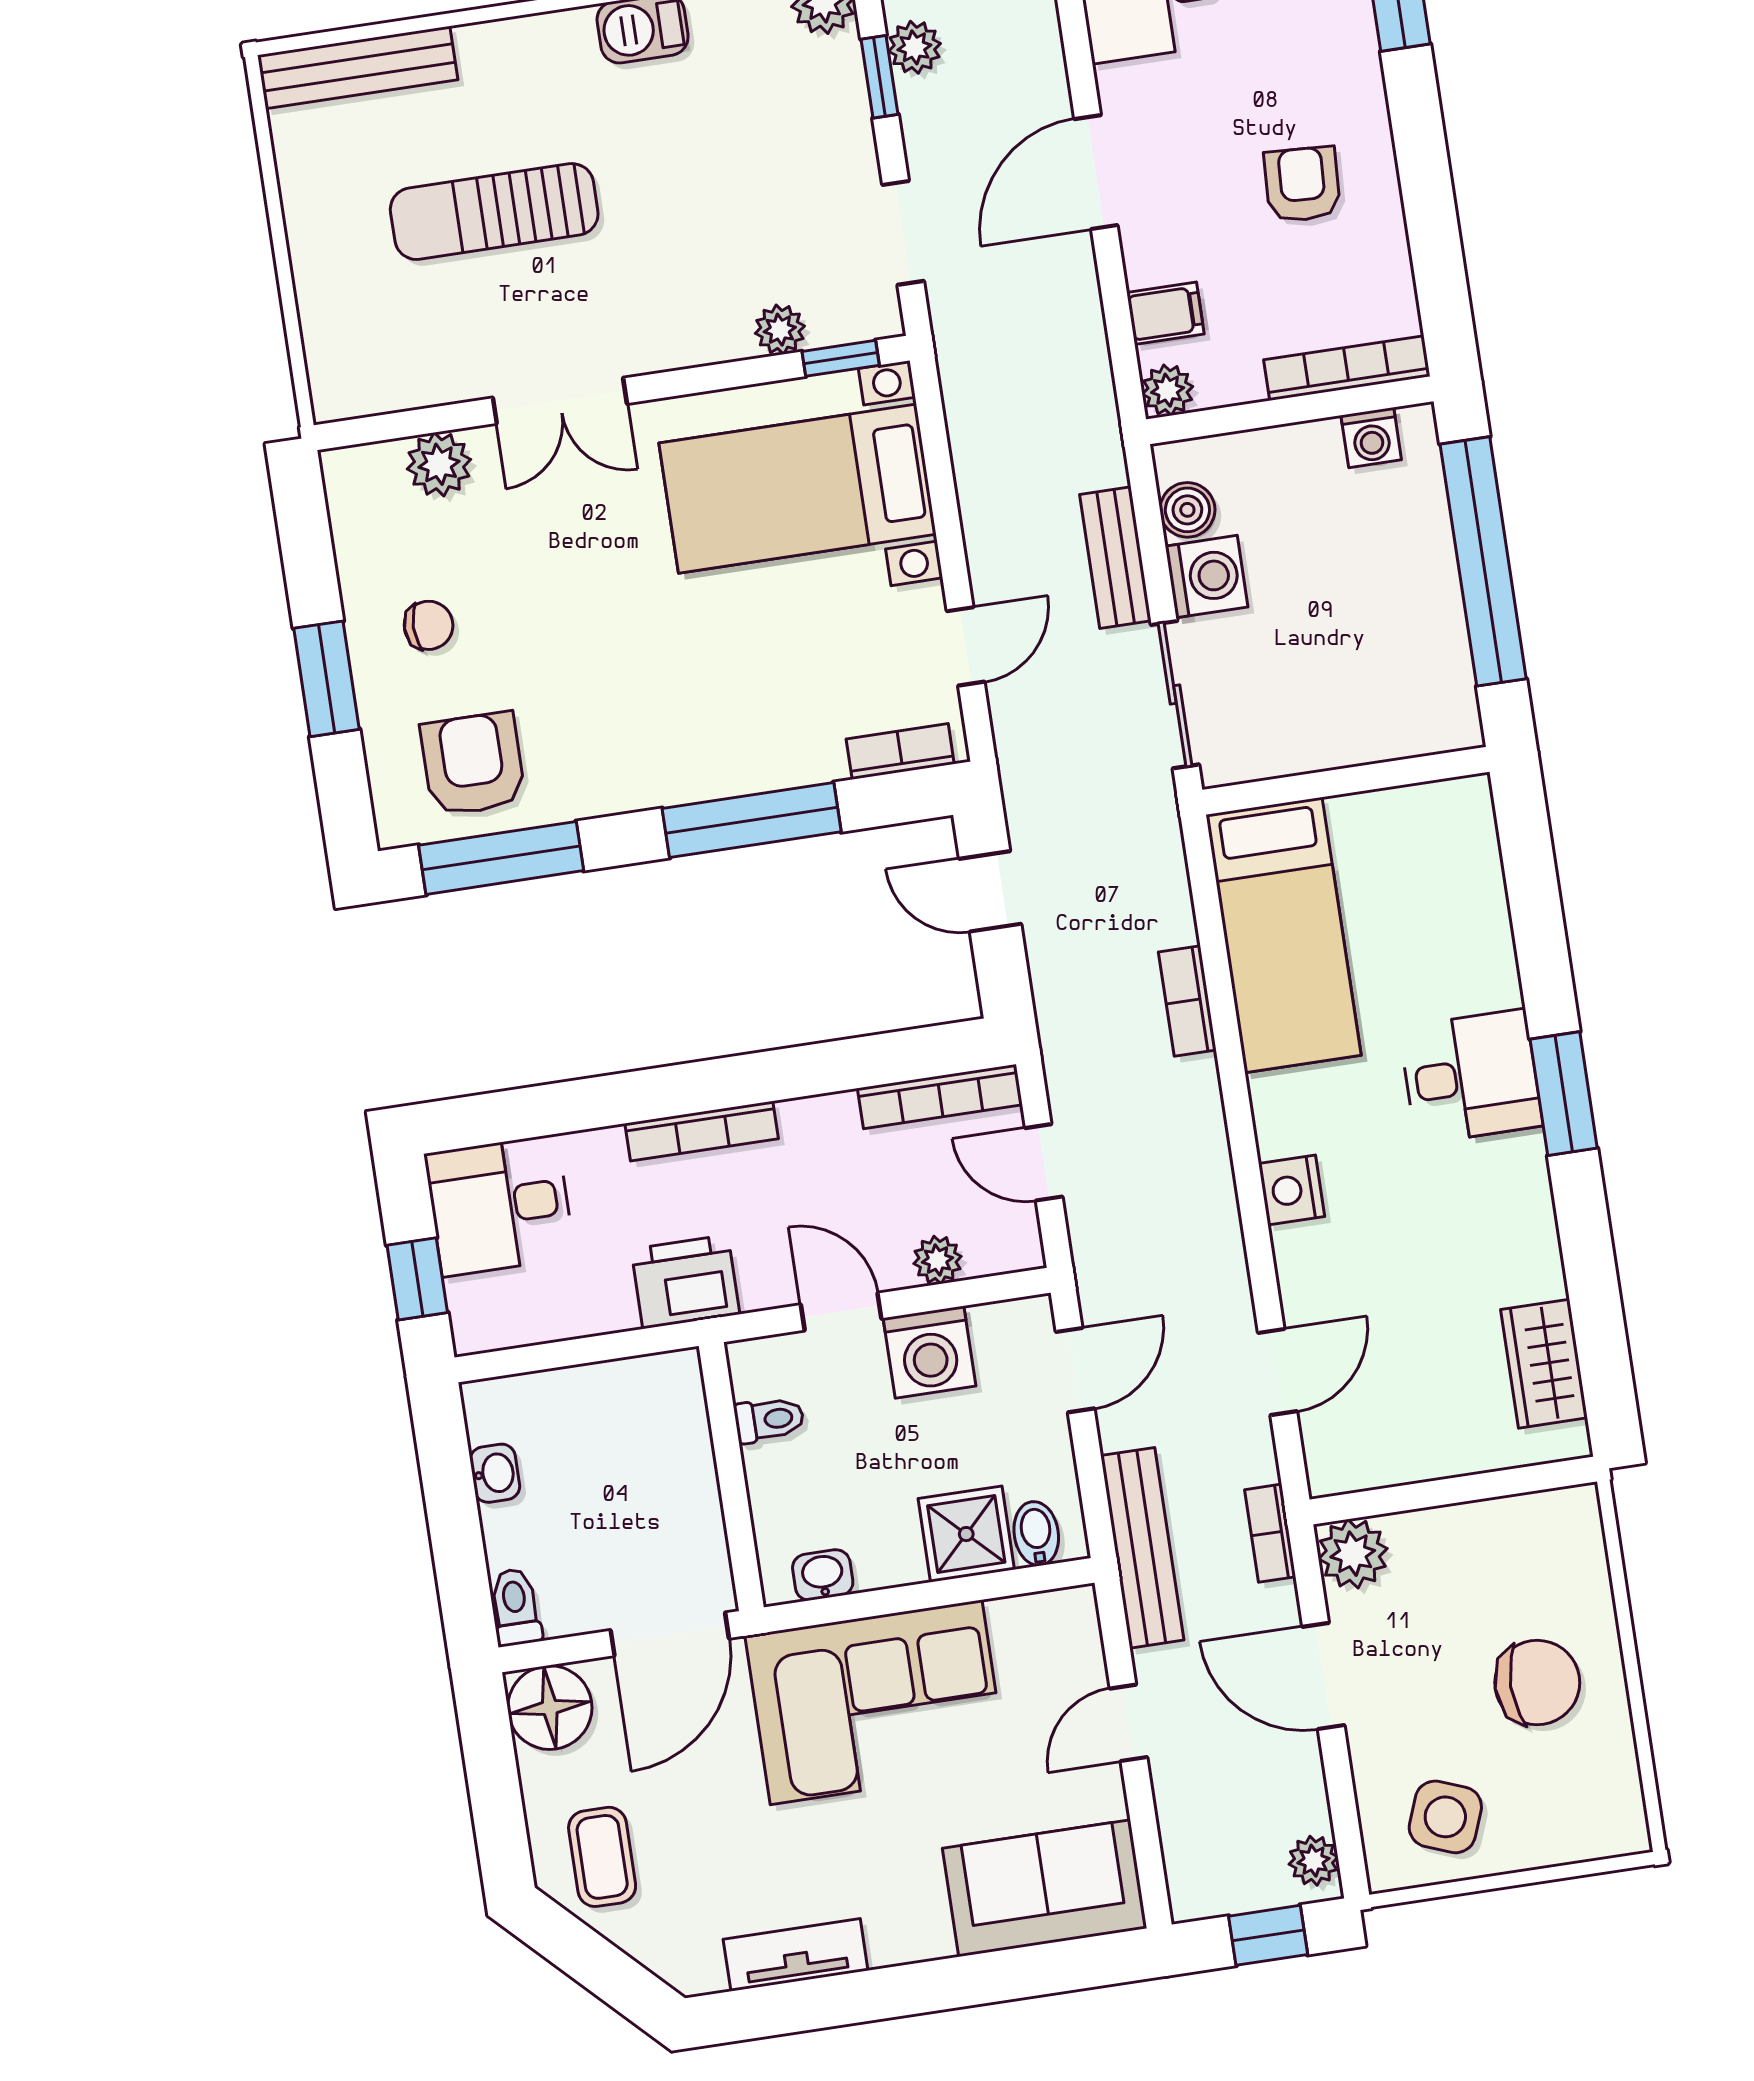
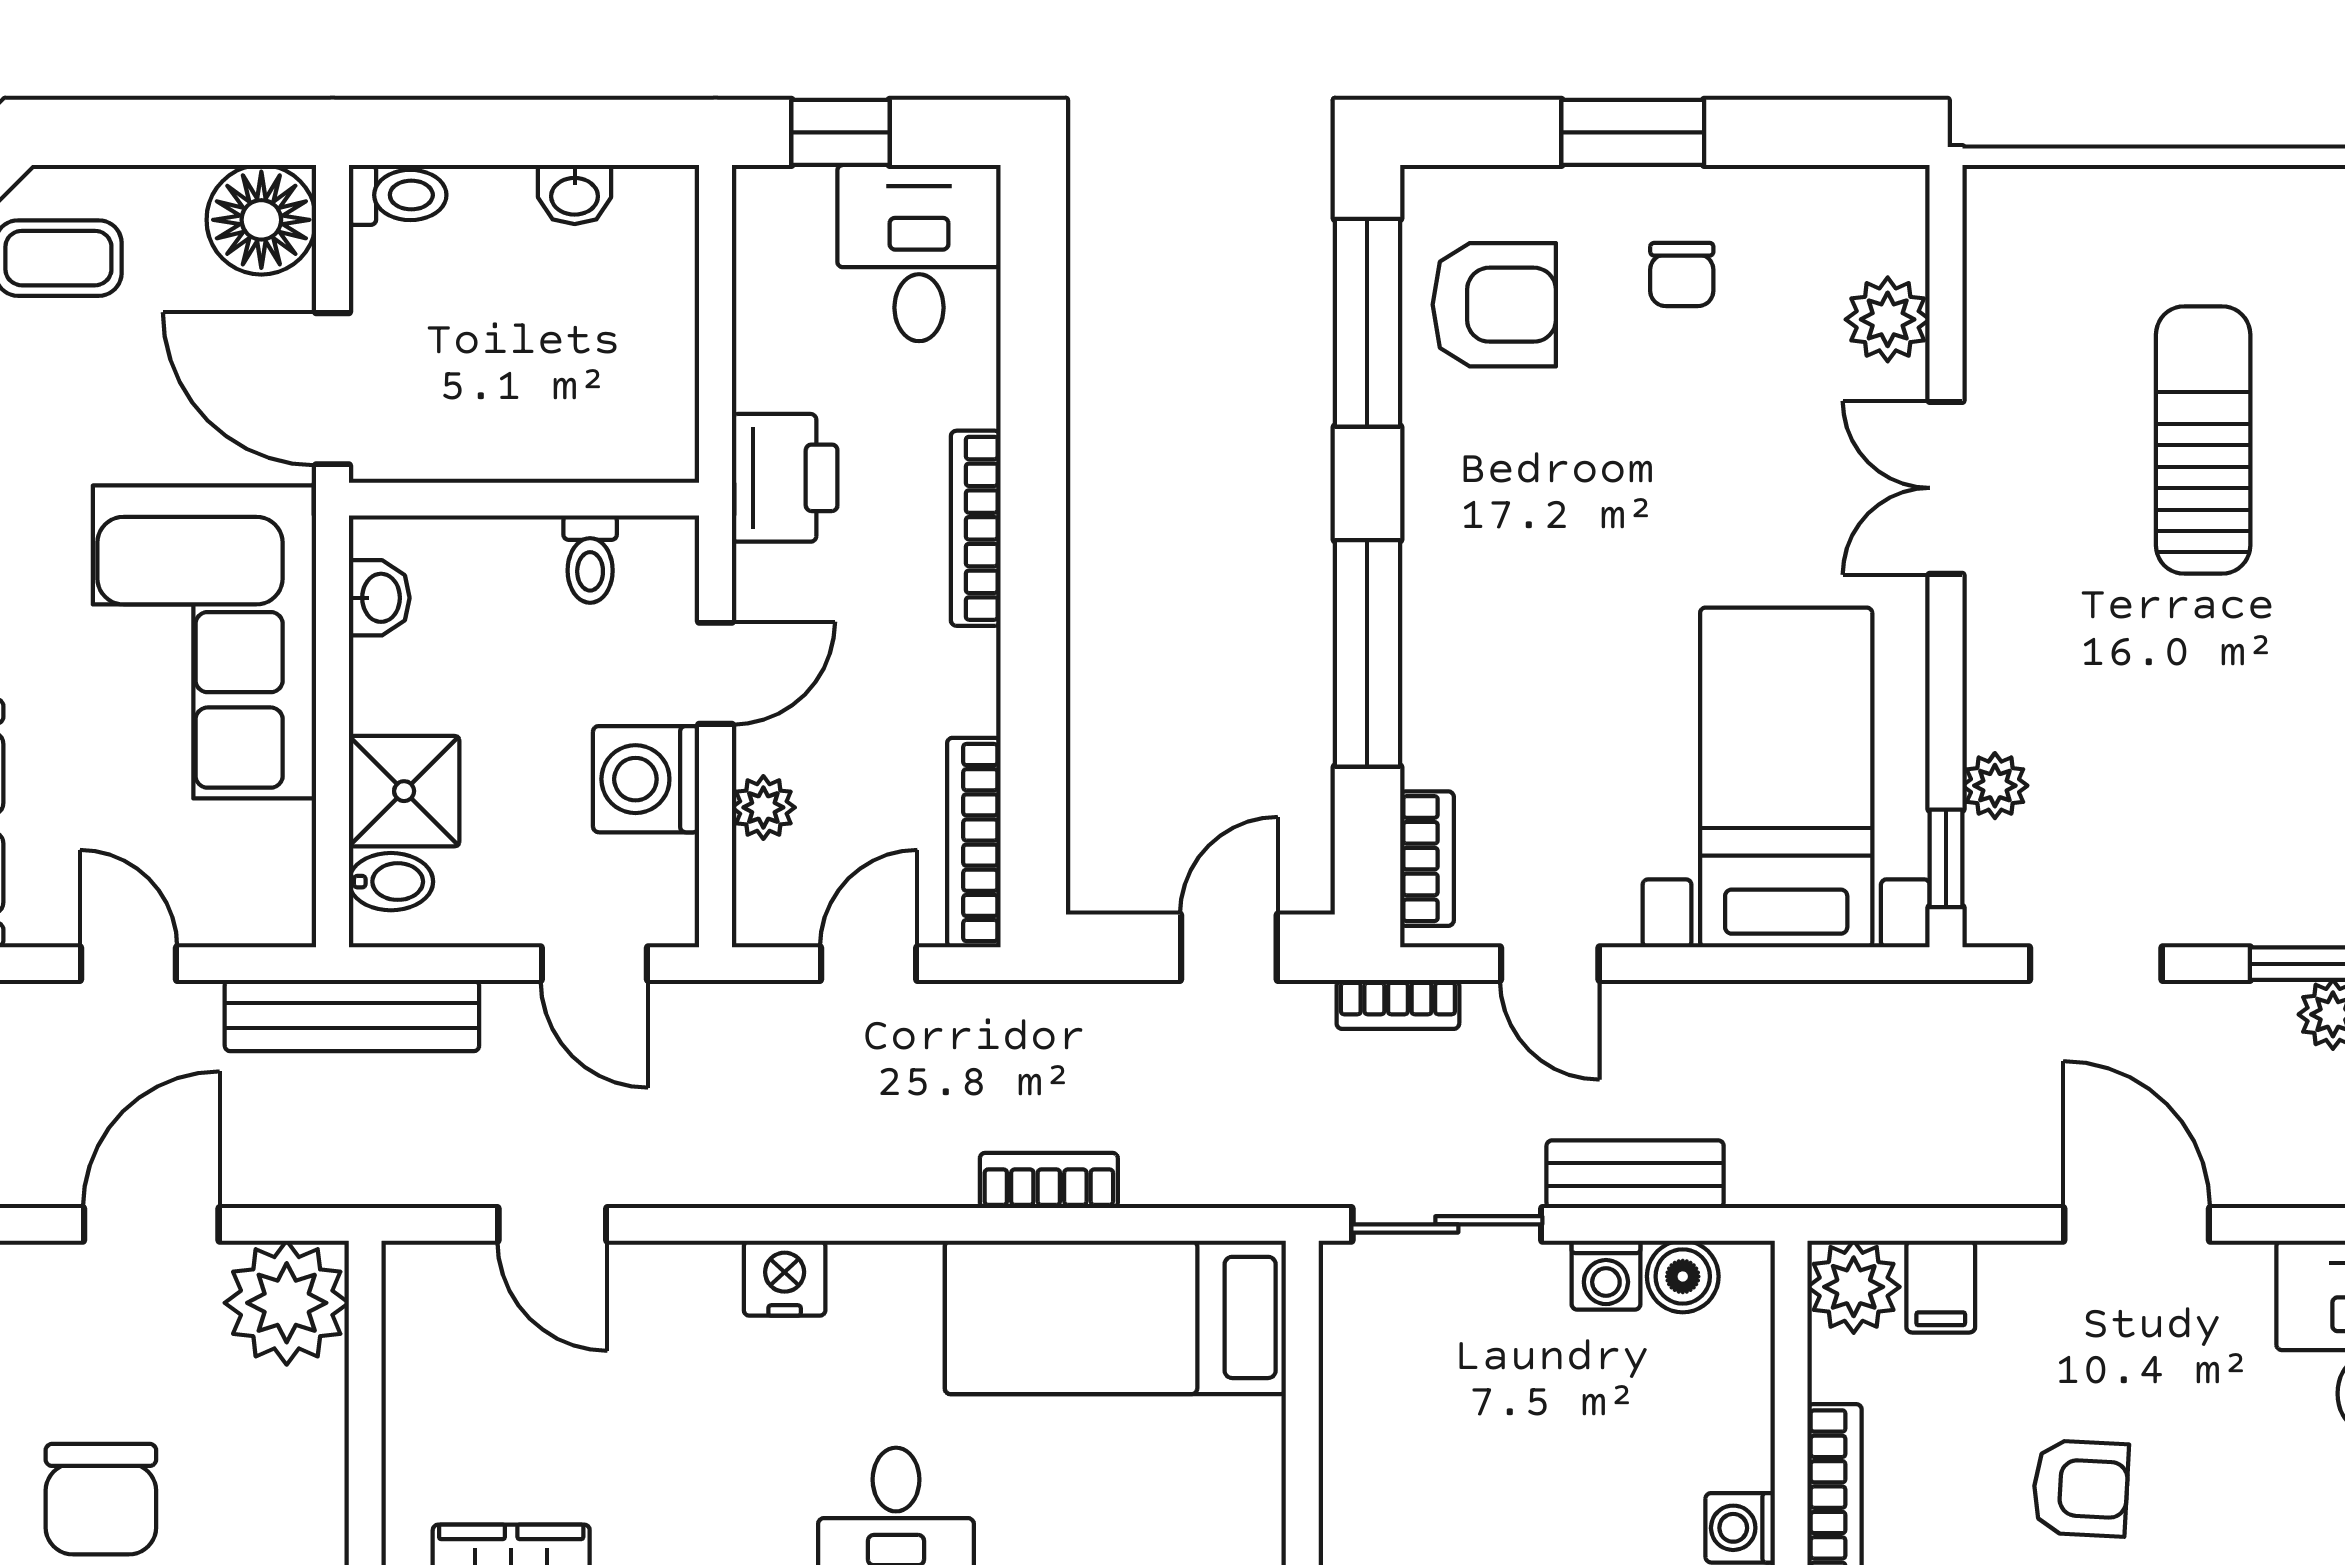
plant: (1168, 390) -> (1854, 1287), width x1.38, depth x1.38
washing machine: (1207, 577) -> (1606, 1275), width x0.73, depth x0.73
bookcase: (1270, 1533) -> (1398, 1004), moved, turned 180
plant: (1353, 1554) -> (287, 1303), width x1.36, depth x1.36

